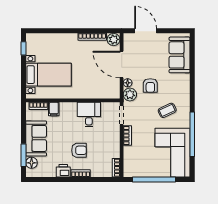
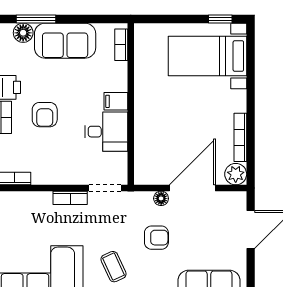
bed with nightstands: (49, 75) -> (207, 56), moved, turned 90
armchair: (150, 85) -> (156, 238), turned 180
plant: (130, 94) -> (141, 202), removed
filing cabinet: (54, 109) -> (116, 101), moved

